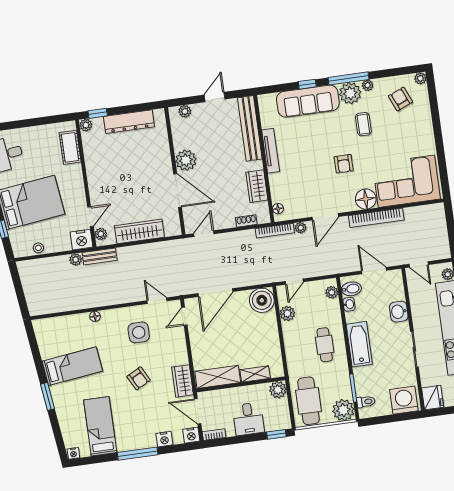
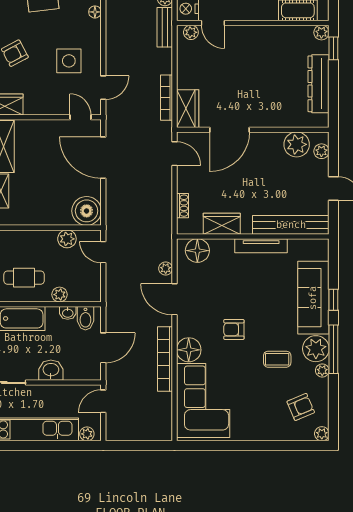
plant: (186, 160) -> (297, 144), moved
floor lamp: (278, 209) -> (197, 251), width x1.89, depth x1.89
wardrobe: (139, 231) -> (188, 109), moved, width x0.67
bookcase: (275, 231) -> (166, 98), moved
plant: (332, 292) -> (60, 295), moved

